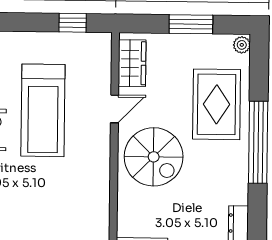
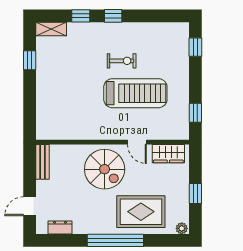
window: (191, 24) -> (195, 194), width x0.67
treadmill: (43, 110) -> (135, 93), turned 180
spiral stairs: (154, 157) -> (105, 169), turned -90

